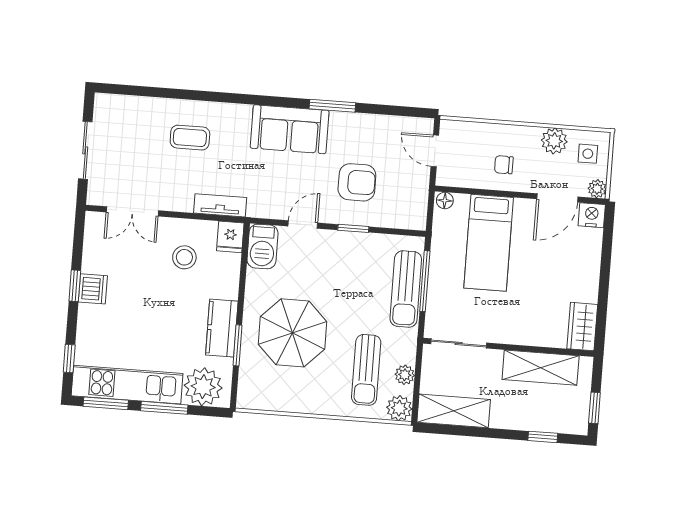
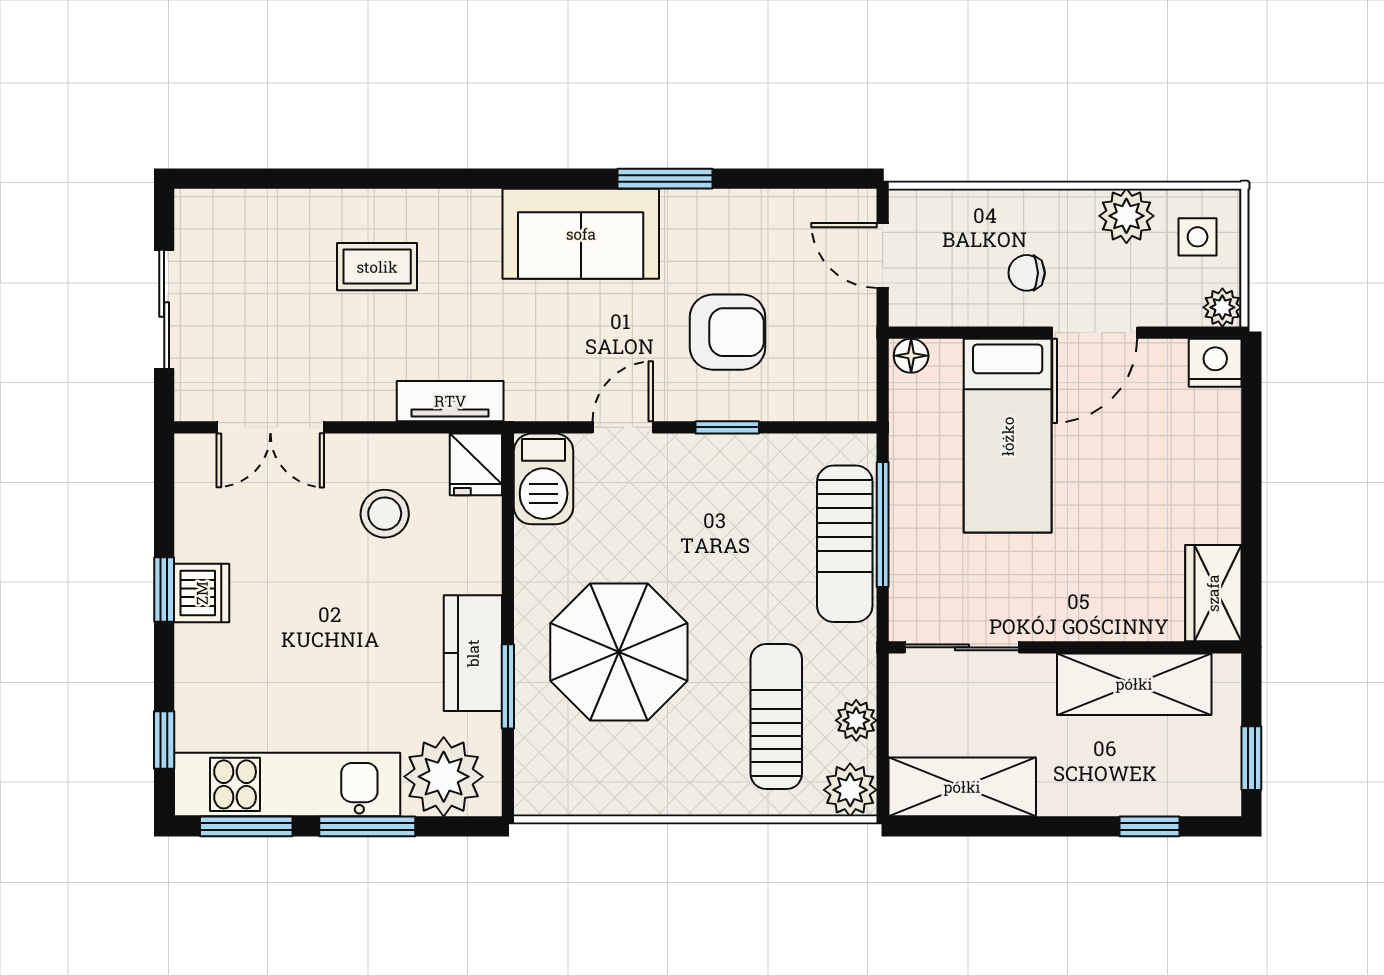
door: (557, 198) -> (1095, 333), moved
sun lounger: (366, 370) -> (776, 716), turned 180

